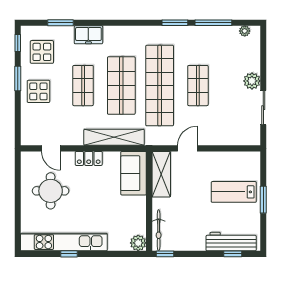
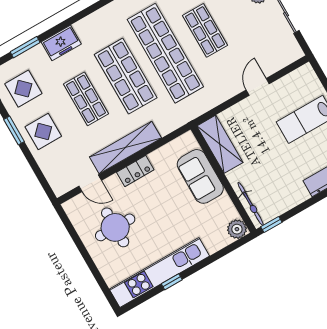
shelving: (114, 137) -> (125, 148), moved
door: (187, 148) -> (258, 87), moved
sofa: (134, 173) -> (200, 176), moved

